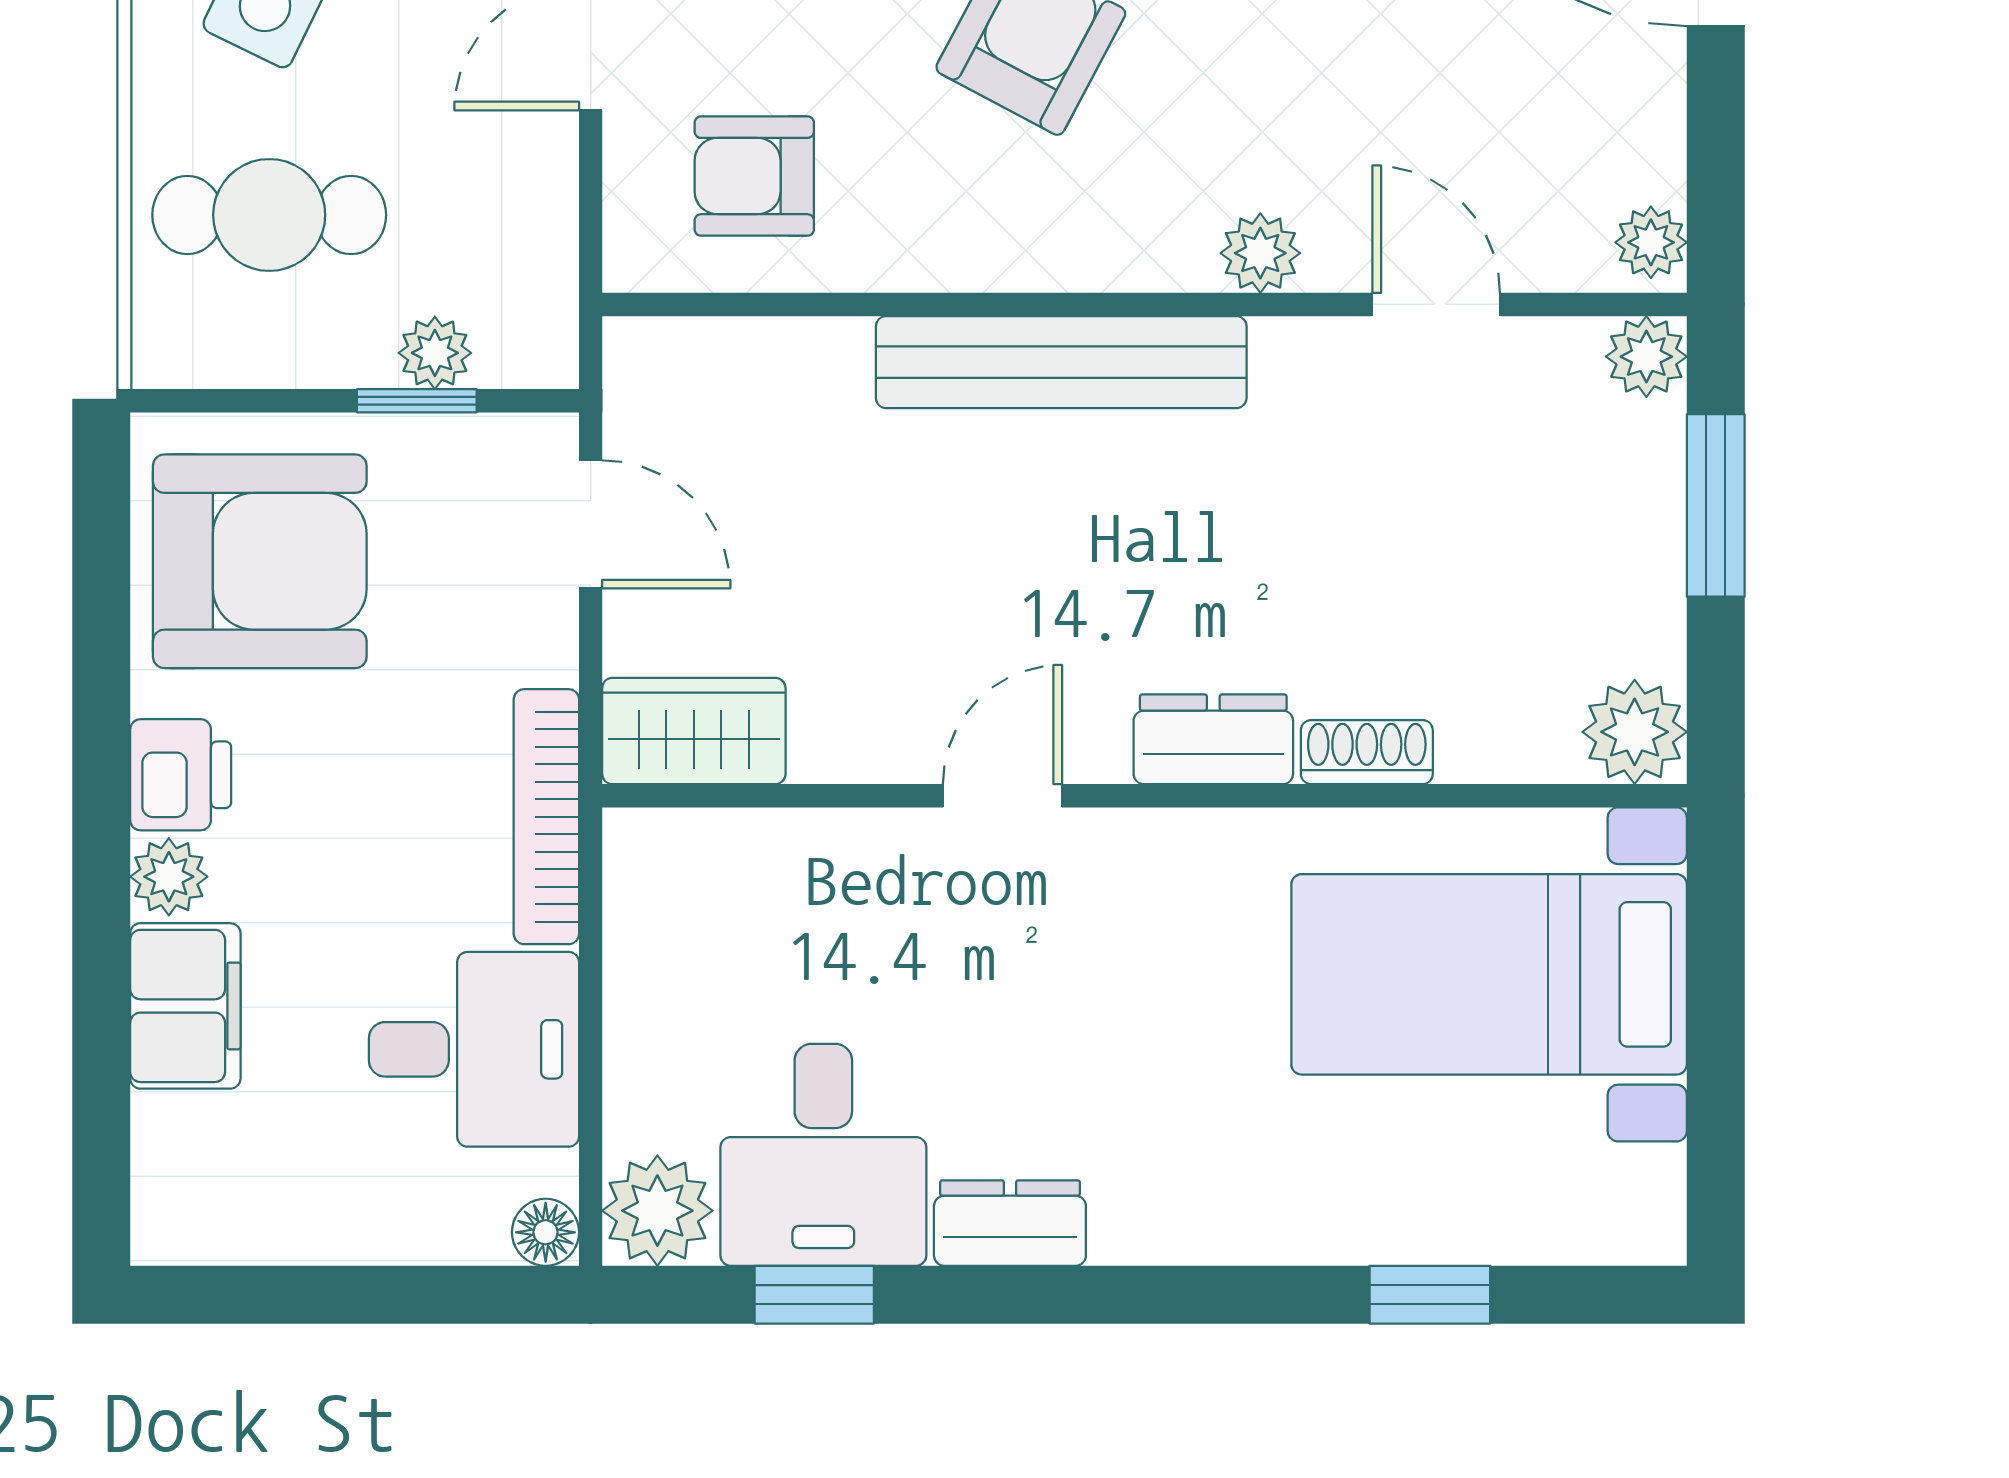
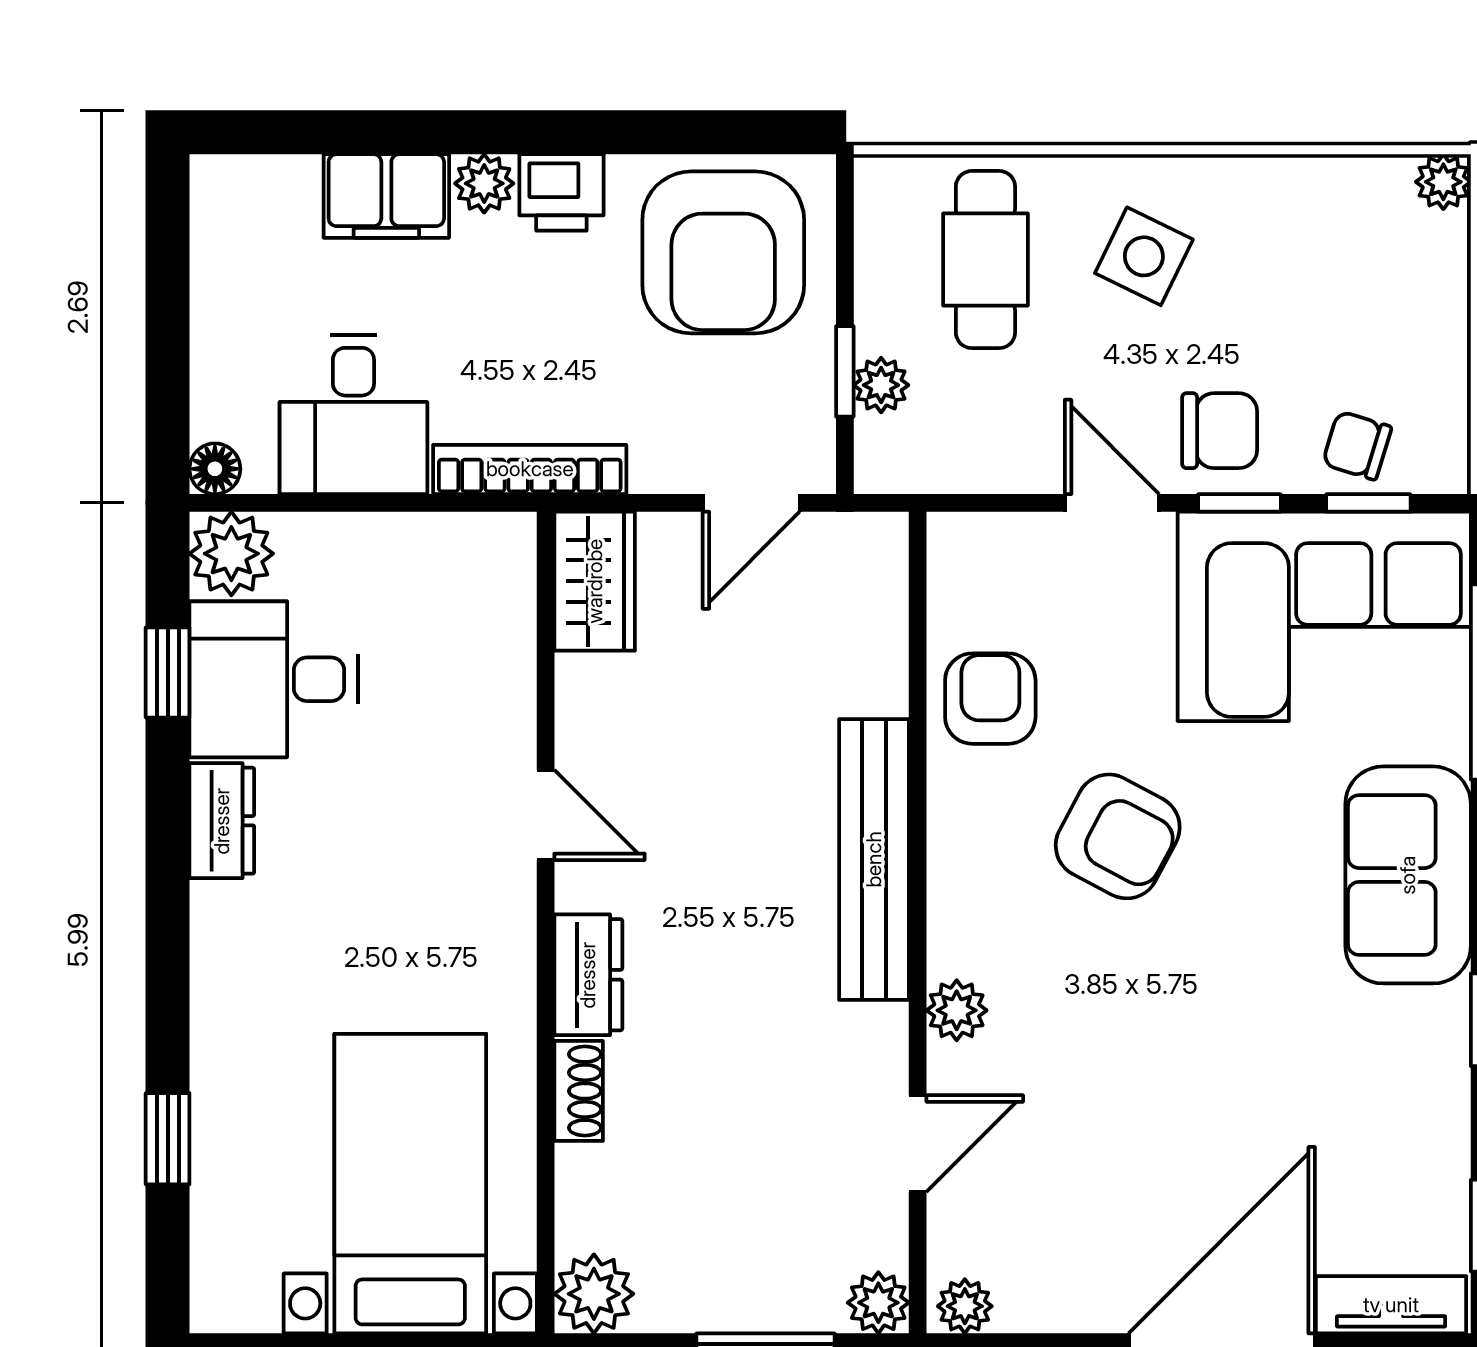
armchair: (754, 176) -> (990, 699), moved

